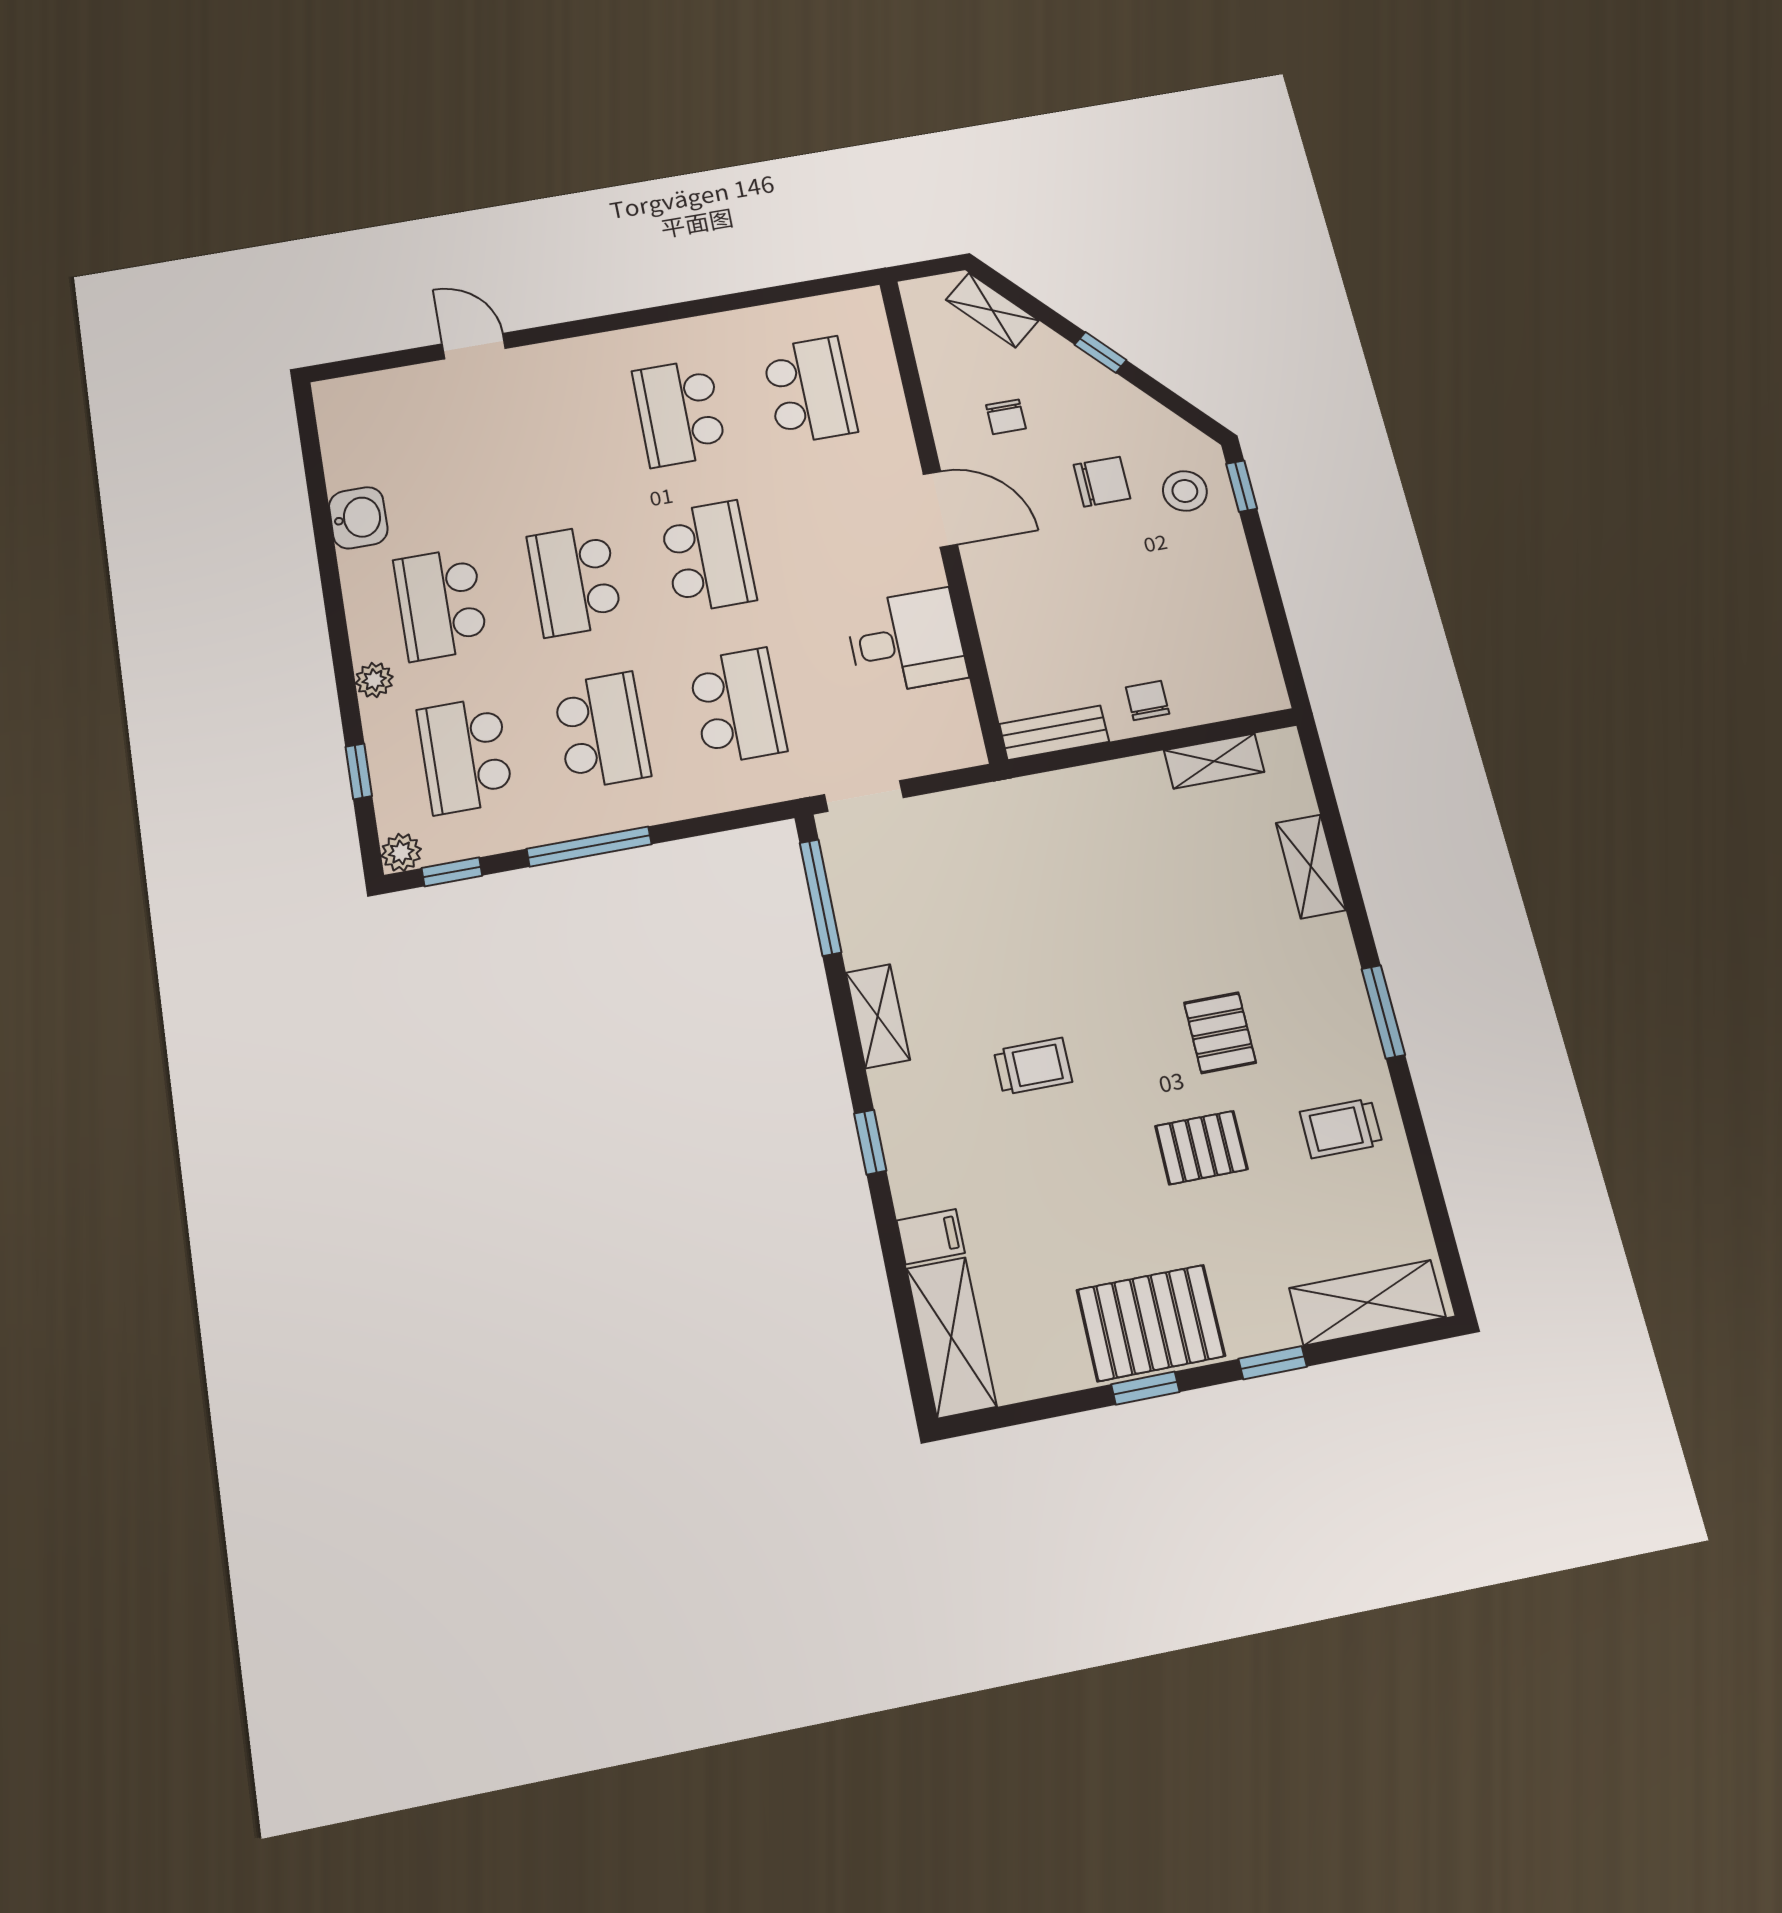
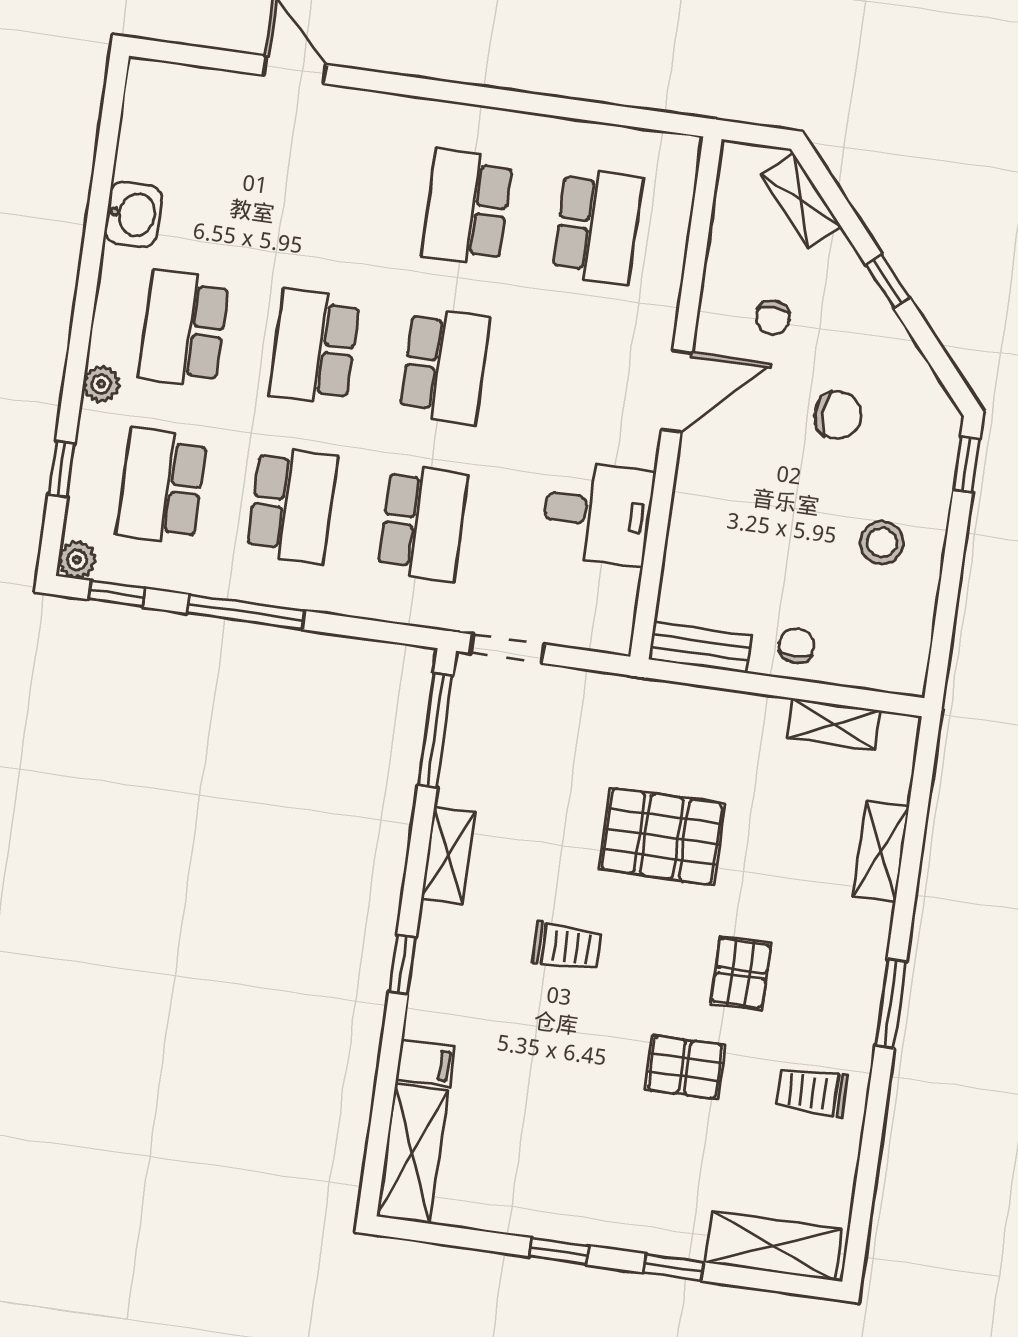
stool: (1185, 491) -> (882, 543), moved
door: (940, 509) -> (677, 391), hinge flipped
pallet: (1151, 1323) -> (662, 836), moved

